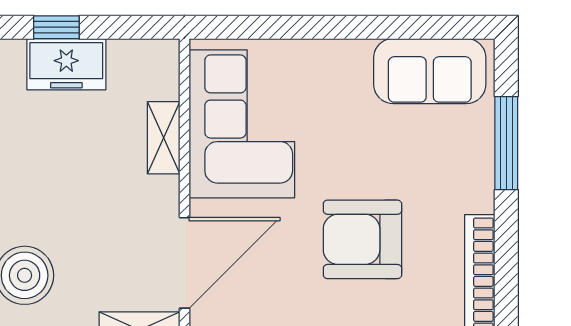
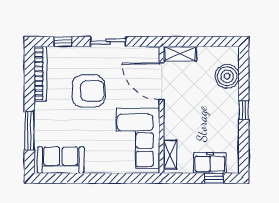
shelving: (164, 138) -> (170, 154), moved
door: (184, 263) -> (161, 81), hinge flipped

